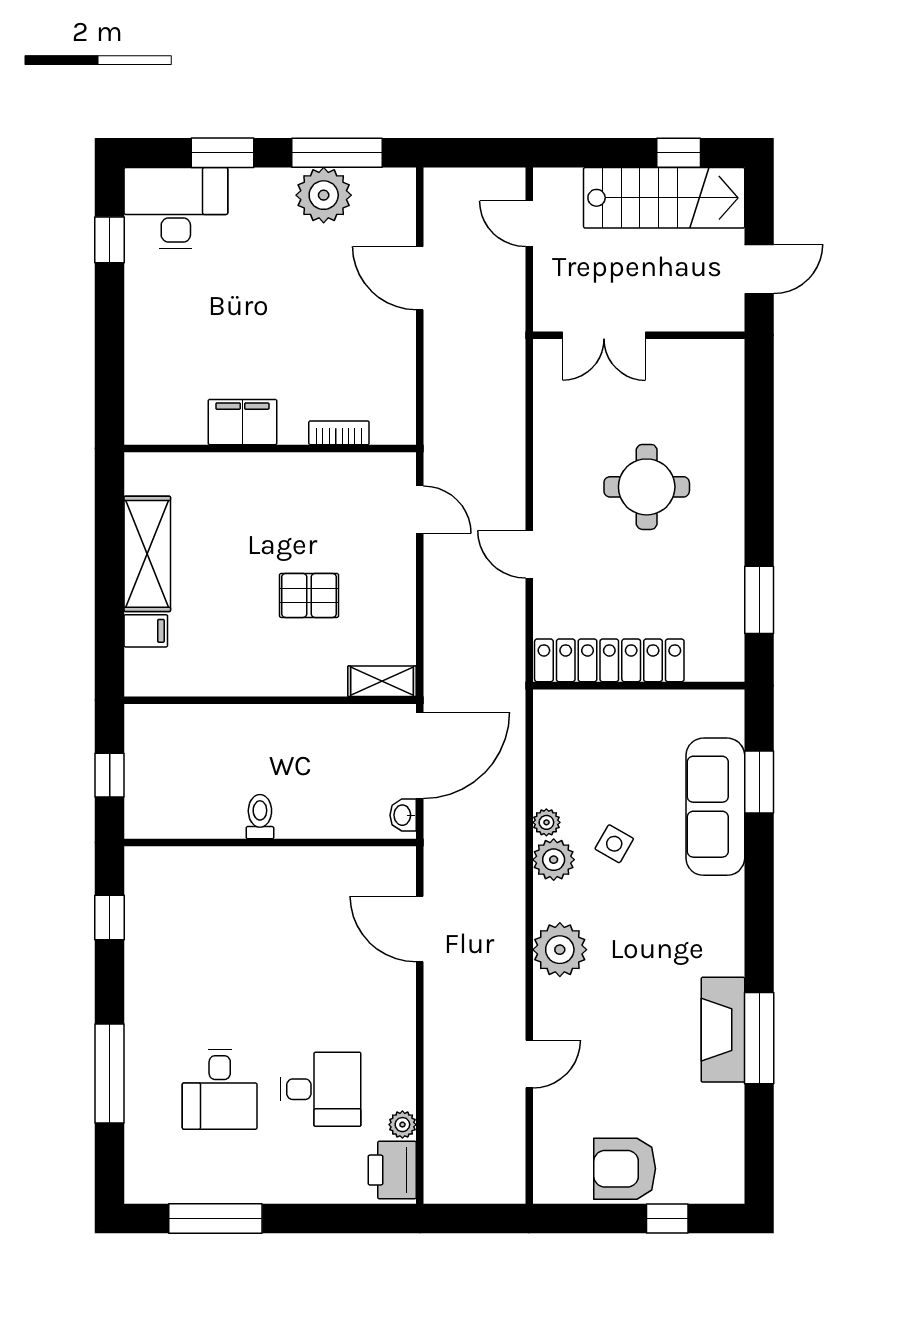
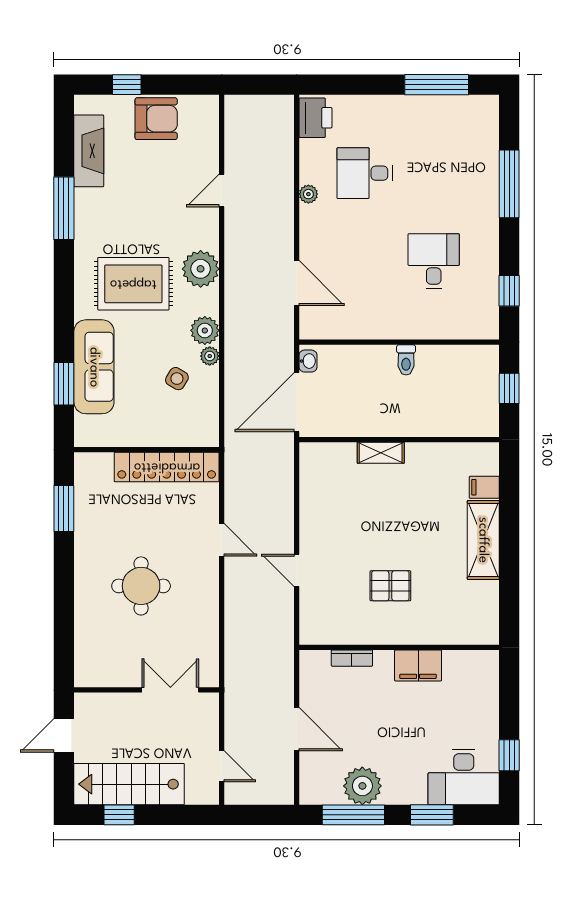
filing cabinet: (242, 422) -> (418, 665), moved
bookcase: (339, 433) -> (352, 658), moved
wall: (270, 448) -> (399, 647), moved
pallet: (309, 595) -> (390, 586), moved
shelving: (382, 681) -> (381, 453), moved
side table: (614, 844) -> (177, 379), moved
rug: (658, 928) -> (133, 284), added
fireplace: (723, 1030) -> (89, 151), moved
desk: (220, 1089) -> (434, 261), moved
plant: (402, 1125) -> (308, 194), moved

